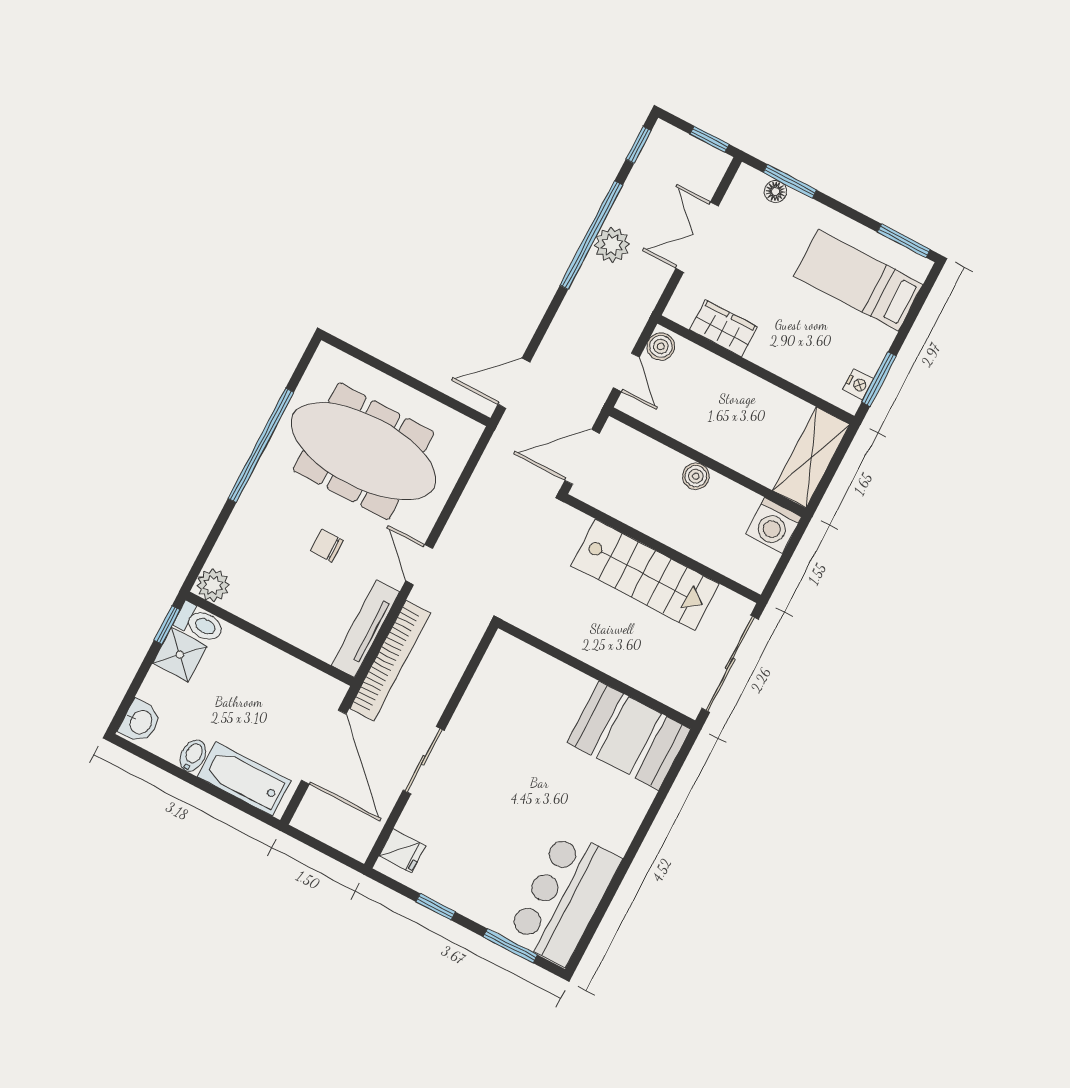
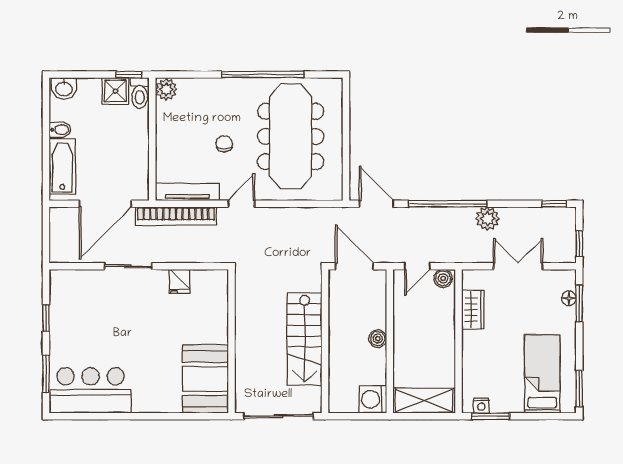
window: (591, 235) -> (448, 204), moved
fridge: (402, 851) -> (180, 281), moved

